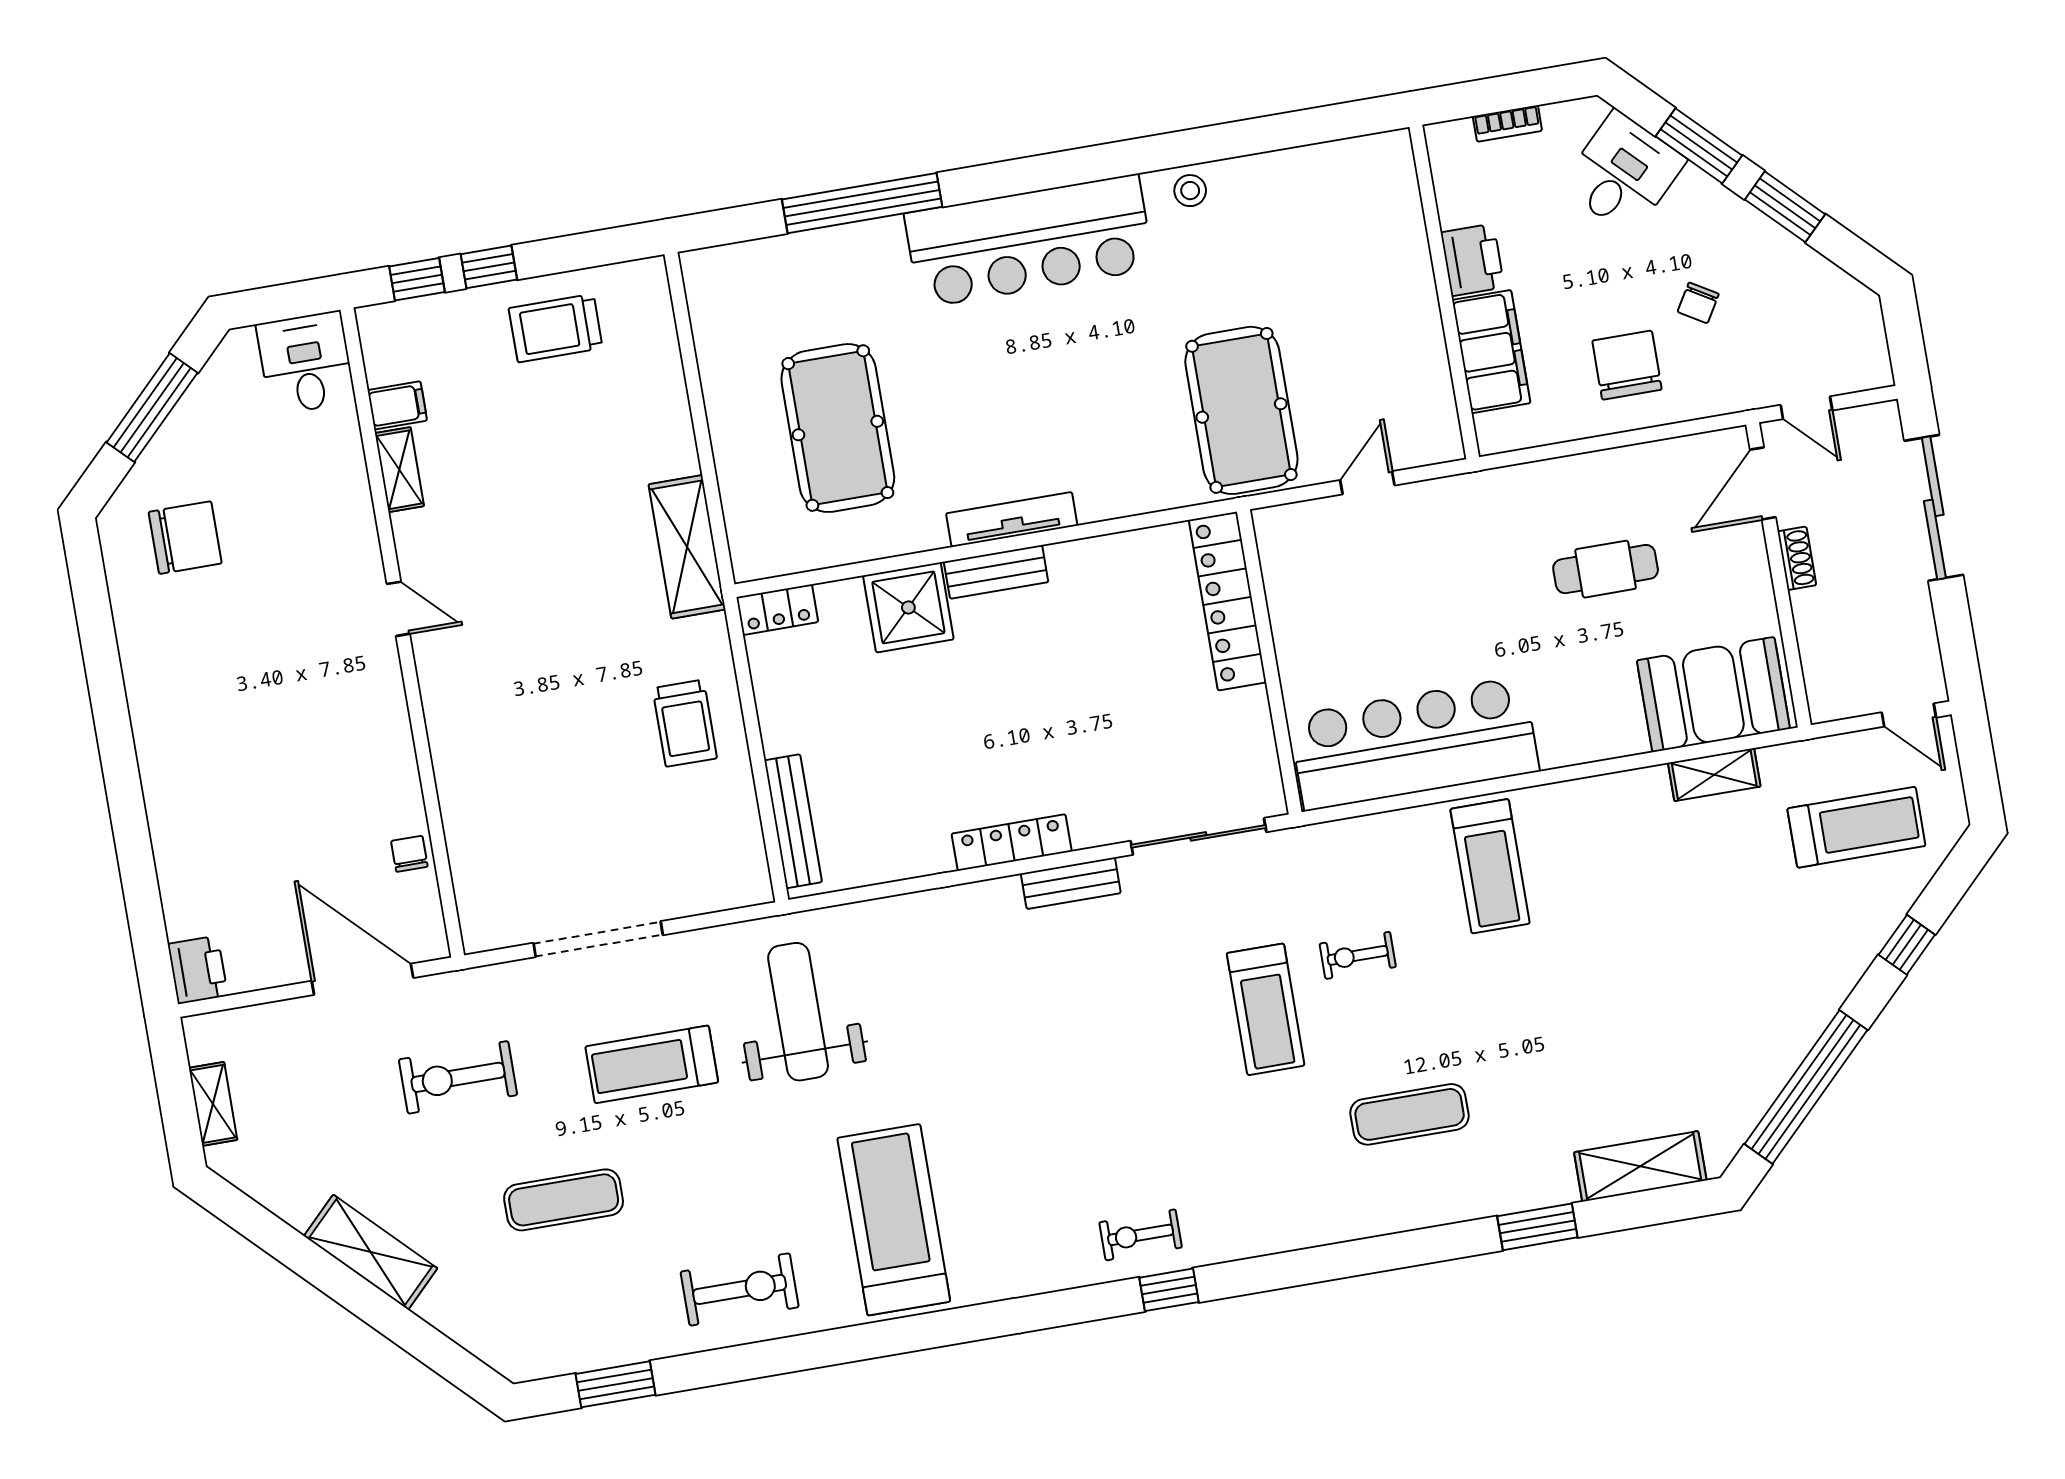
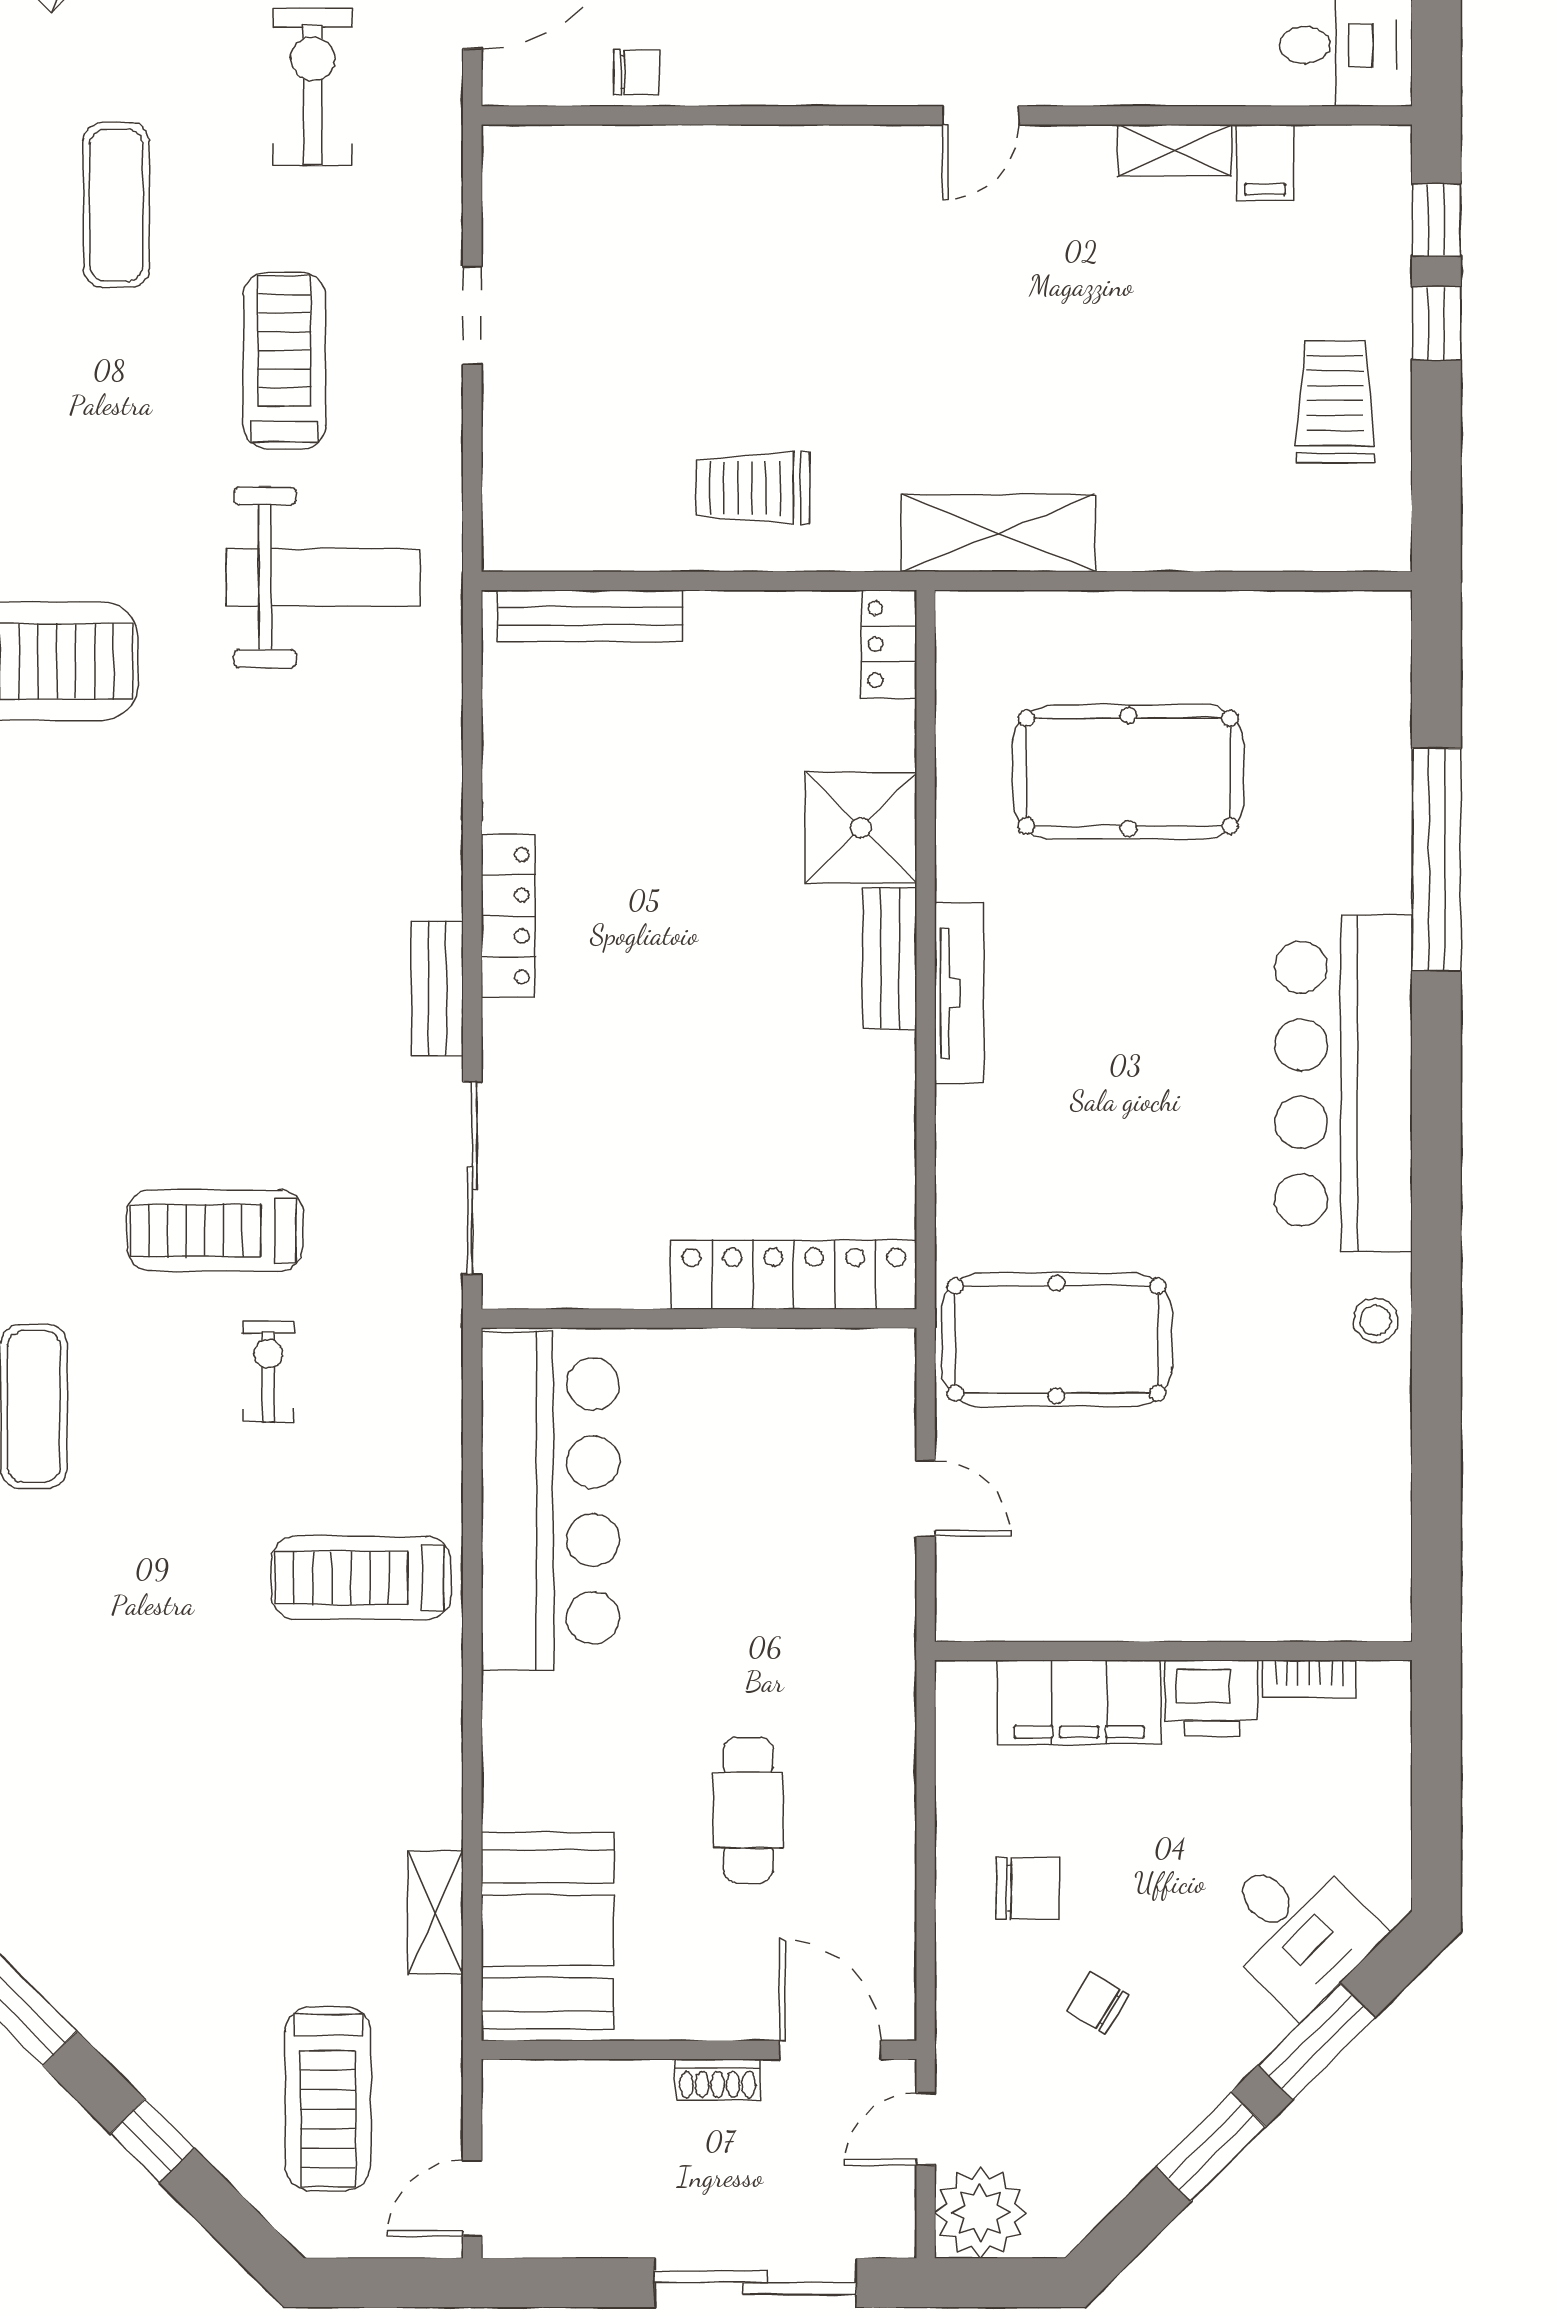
bookcase: (1507, 123) -> (1309, 1679), moved, turned -90
plant: (1858, 359) -> (981, 2213), added
chair: (1627, 365) -> (1028, 1888), width x0.73, depth x0.73
doorway: (598, 939) -> (472, 315), width x0.53

